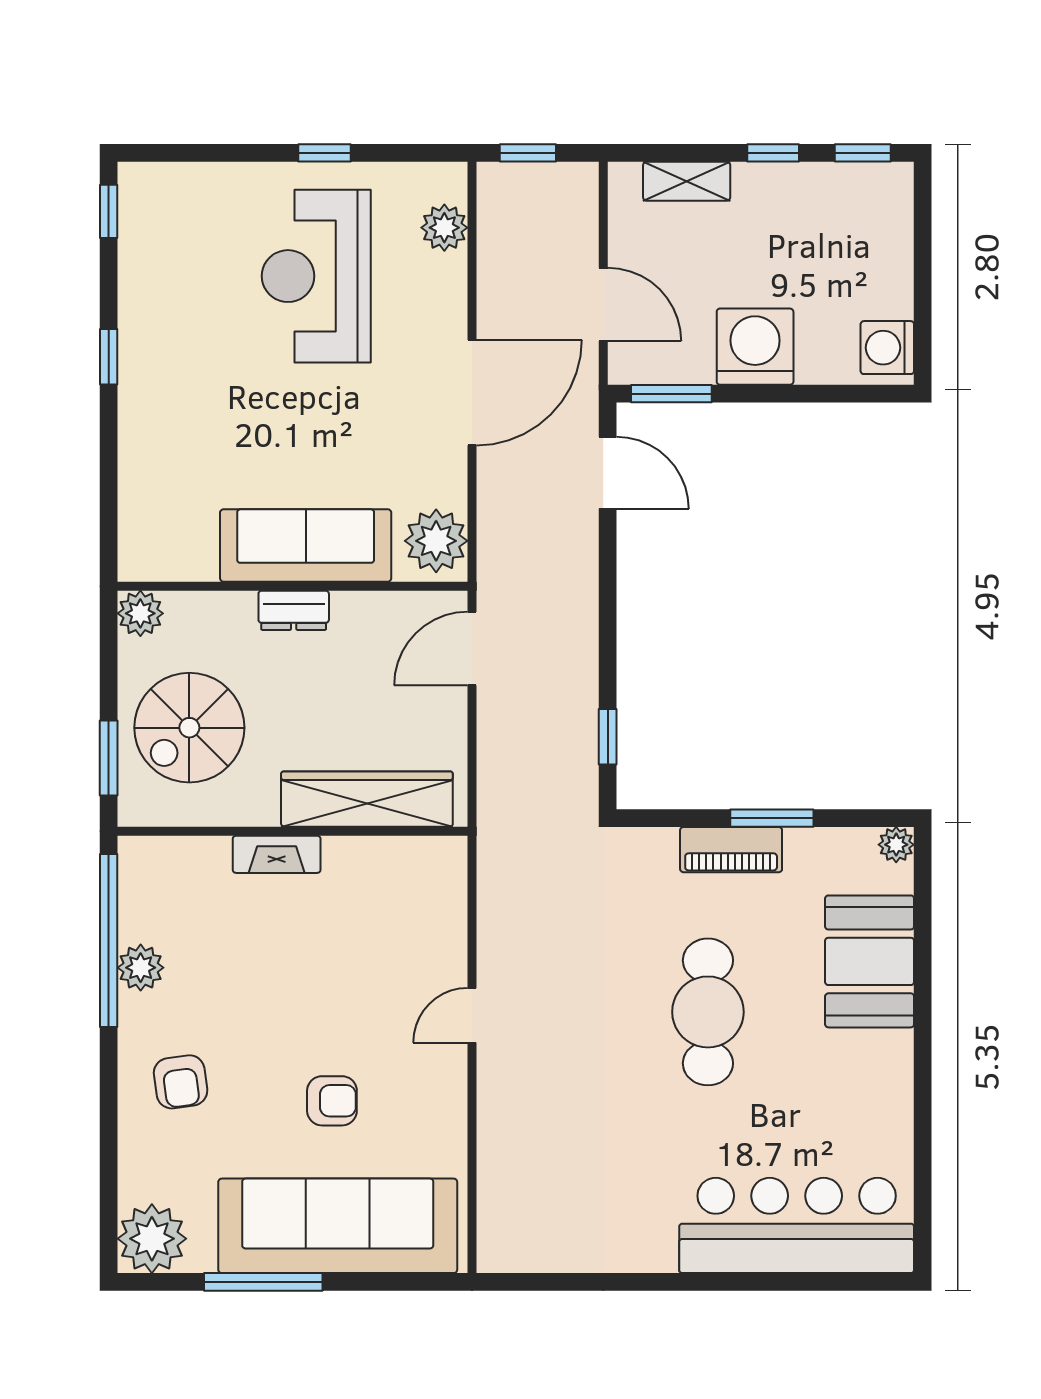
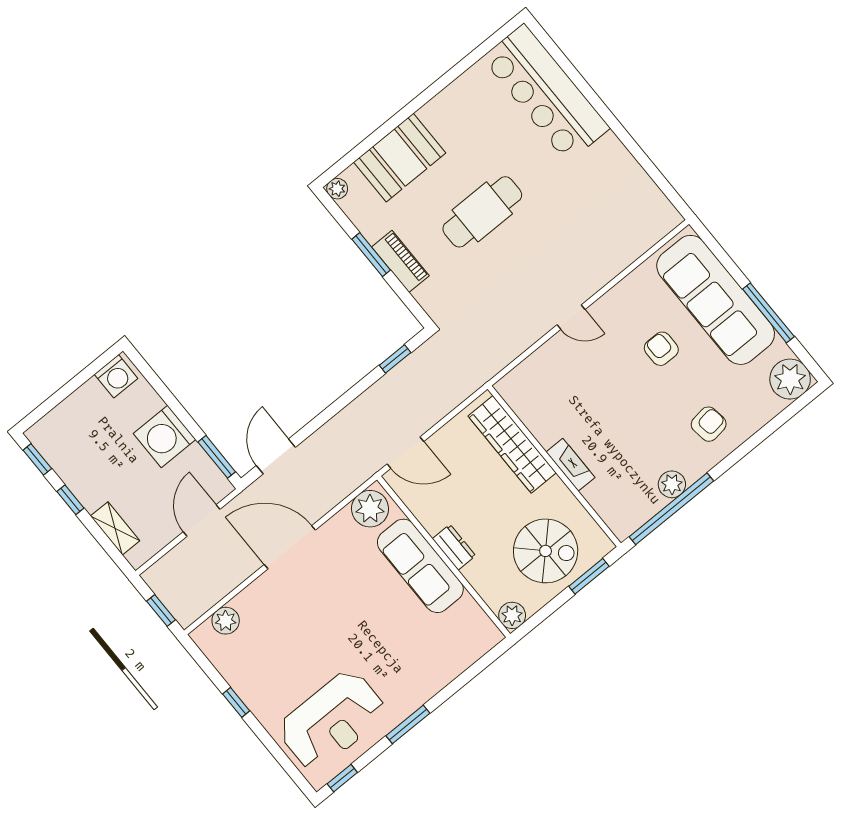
reception desk: (316, 276) -> (332, 720), moved
window: (109, 357) -> (408, 724), width x1.50

